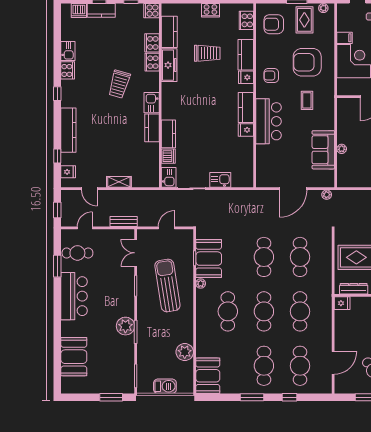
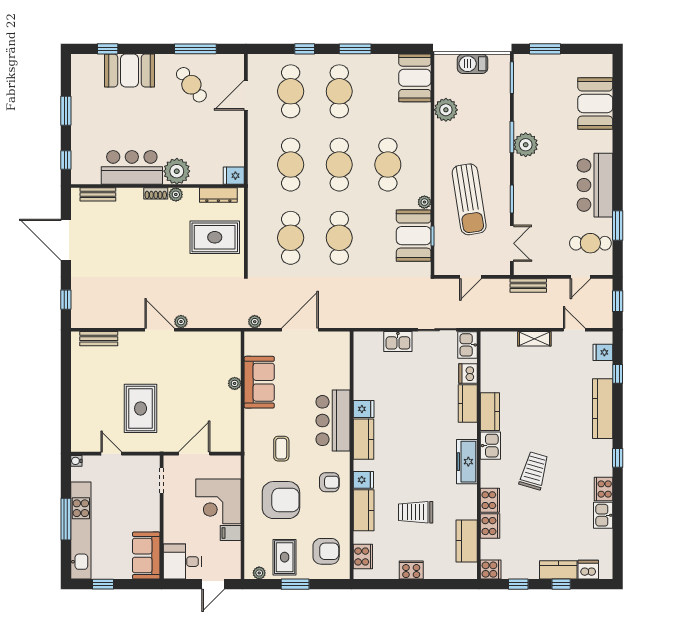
freezer: (169, 65) -> (467, 462), moved

